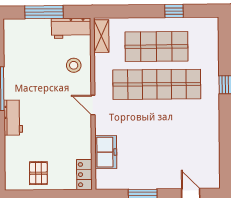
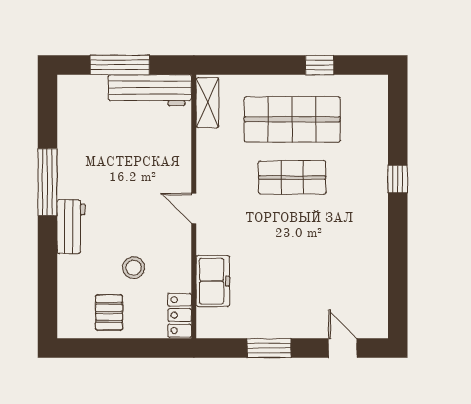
workbench: (71, 28) -> (150, 90), width x1.38
stool: (74, 65) -> (133, 268), moved
shop shelf: (157, 84) -> (292, 177), width x0.50, depth x0.74

